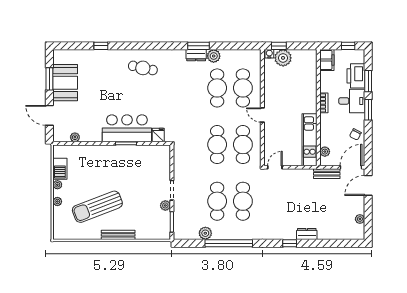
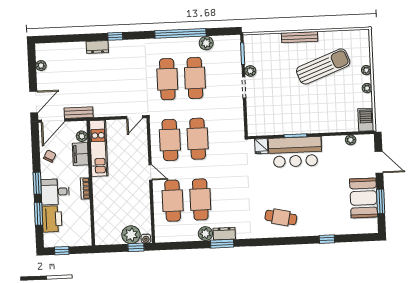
filing cabinet: (327, 60) -> (80, 154), moved
barbecue: (60, 169) -> (366, 120), moved

